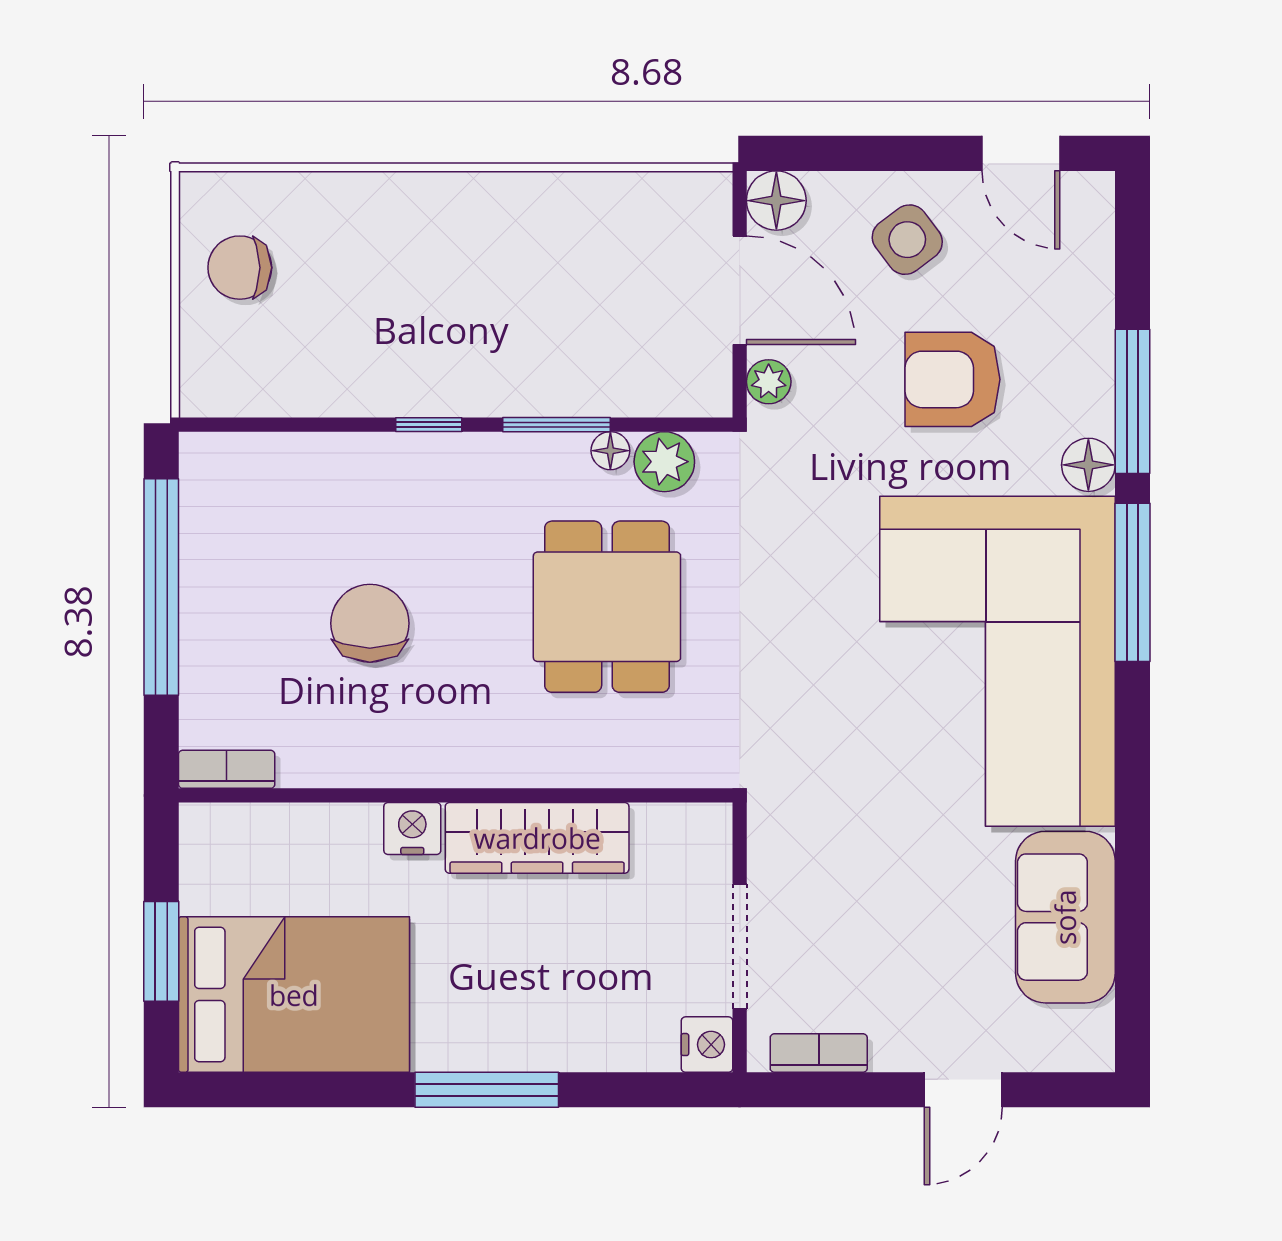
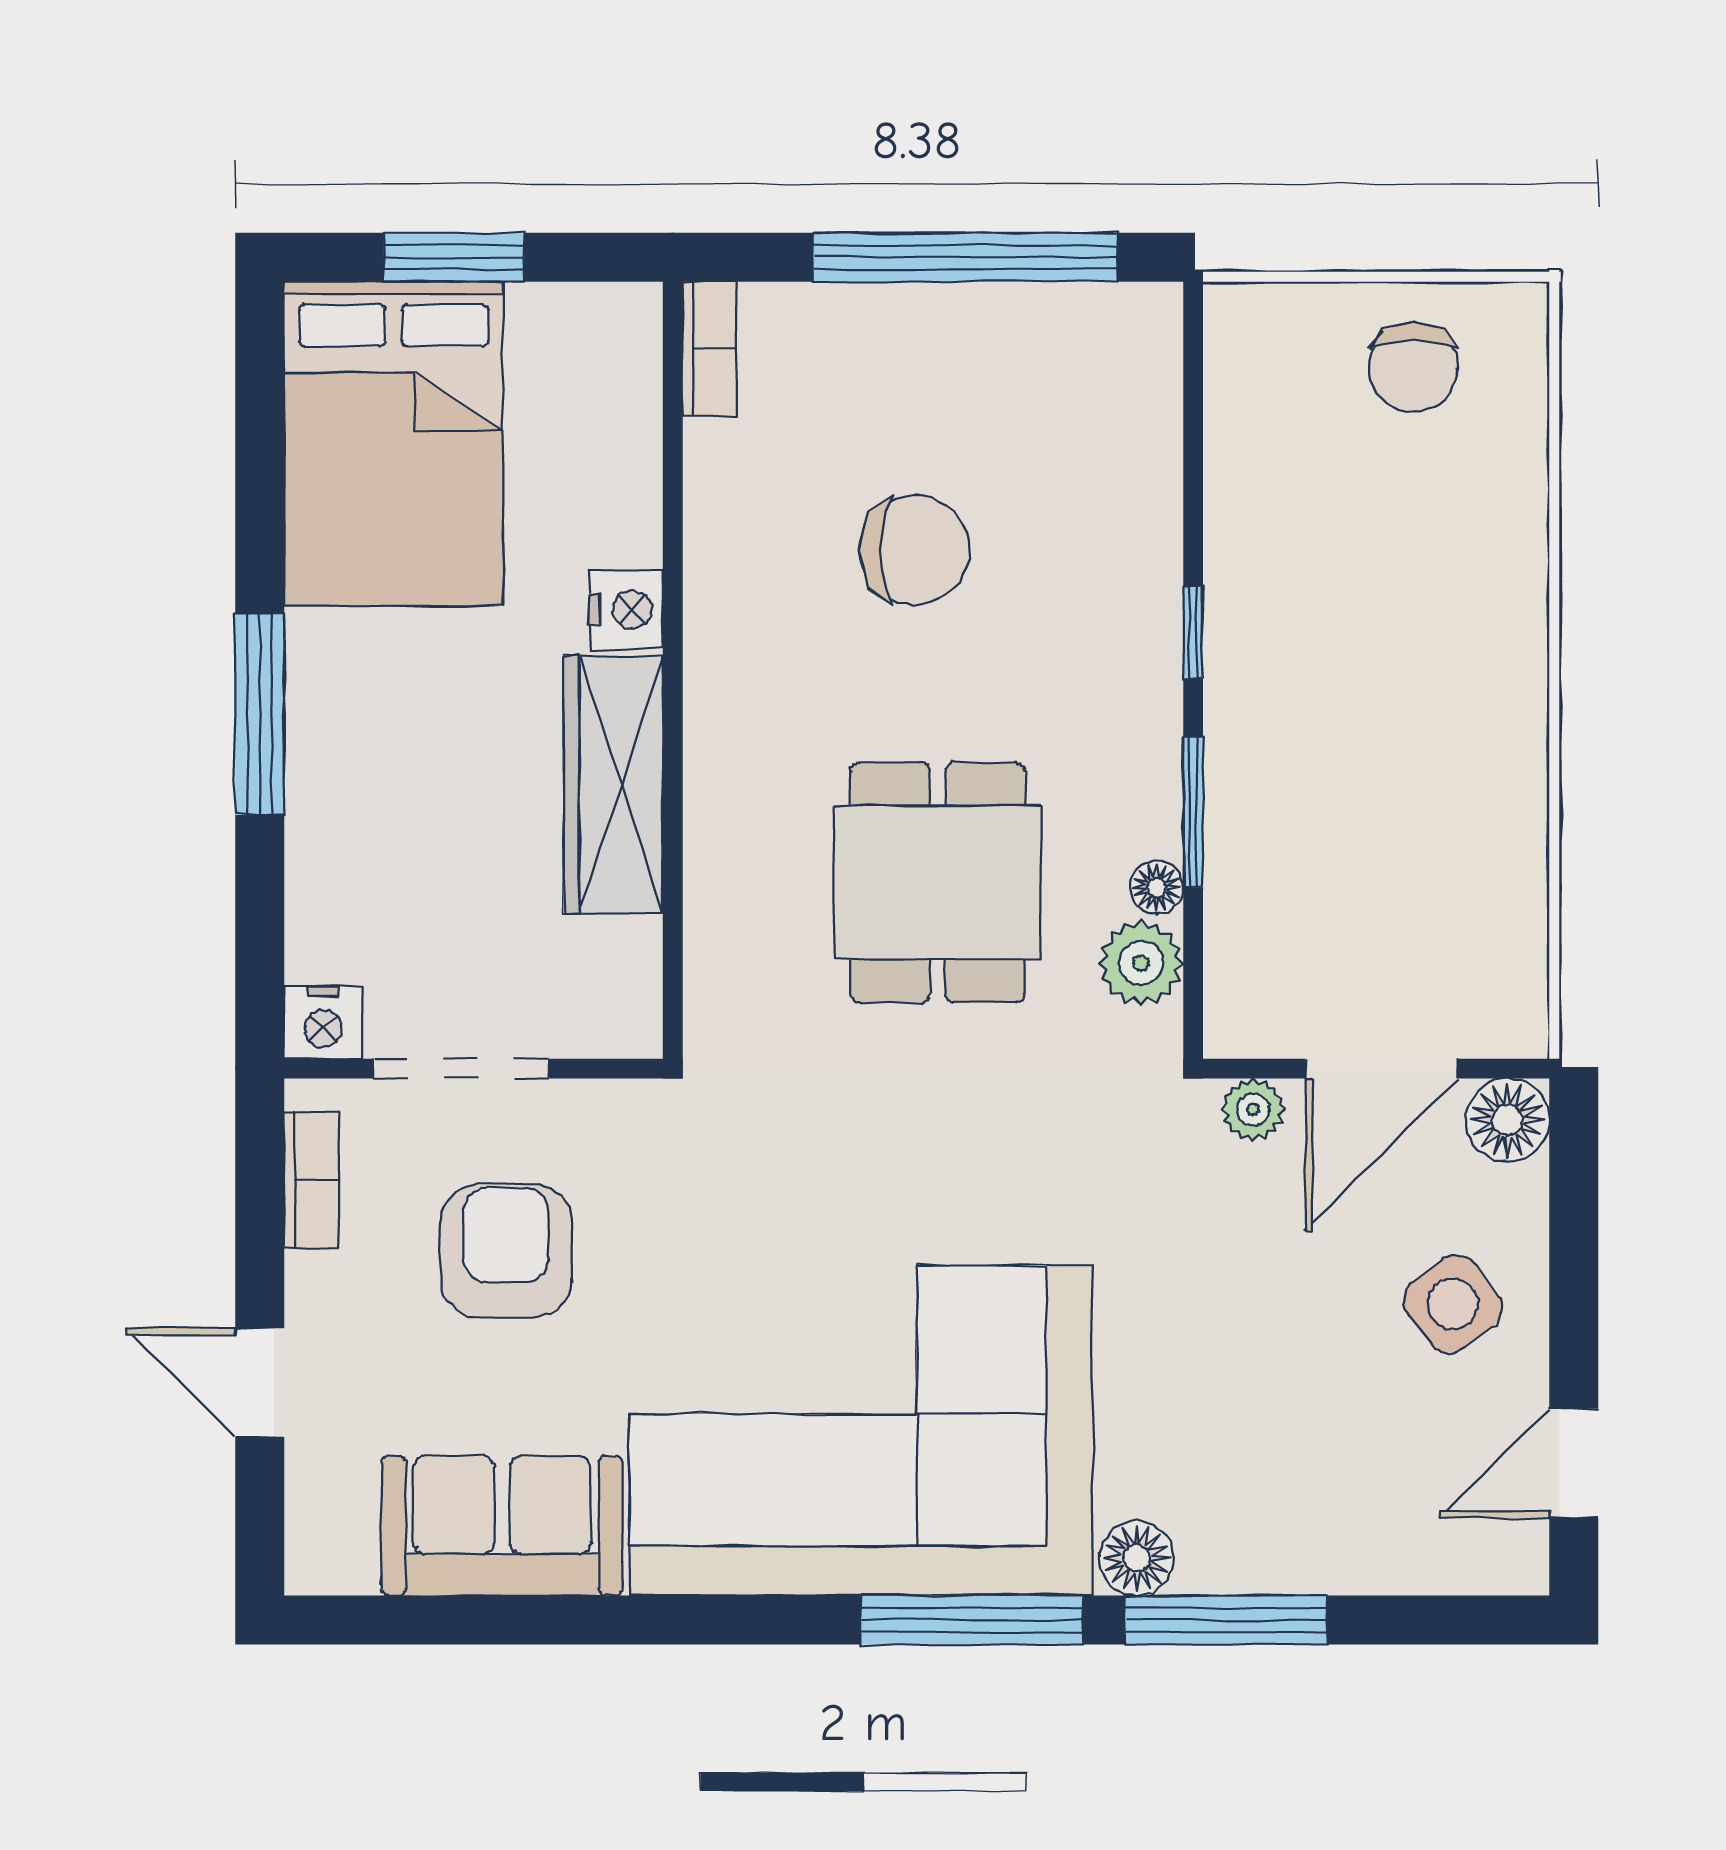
chair: (240, 268) -> (1413, 367), turned 180
armchair: (952, 379) -> (506, 1251), moved
dining table: (607, 607) -> (938, 883), turned 90

